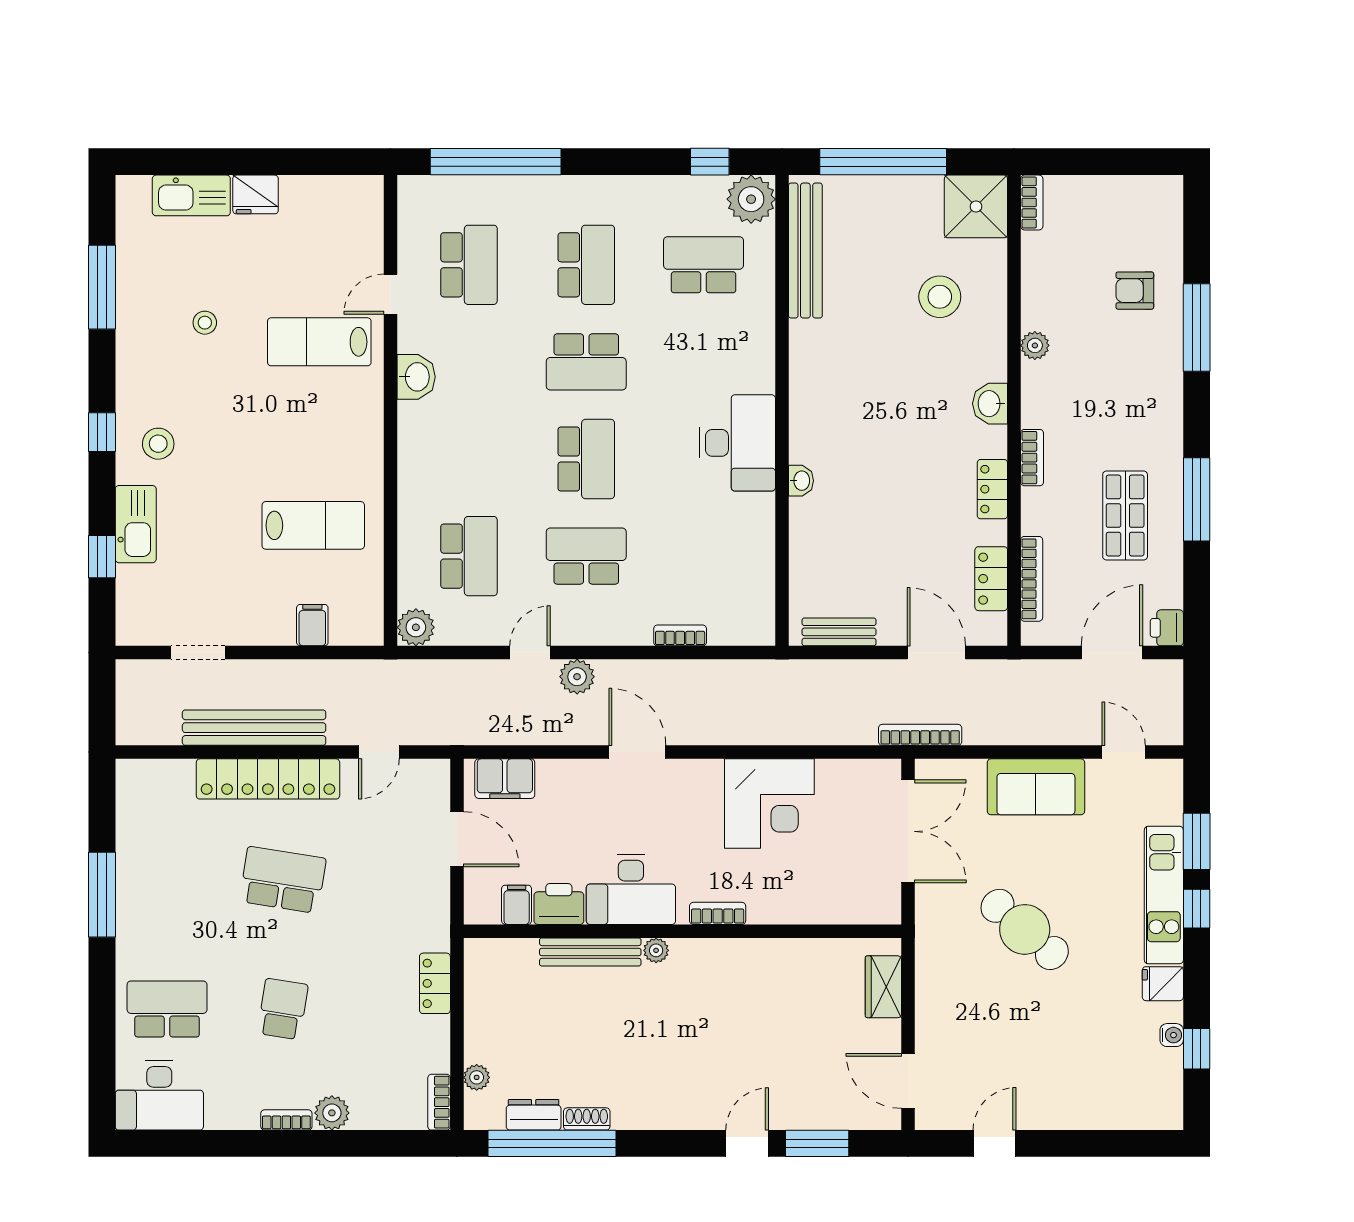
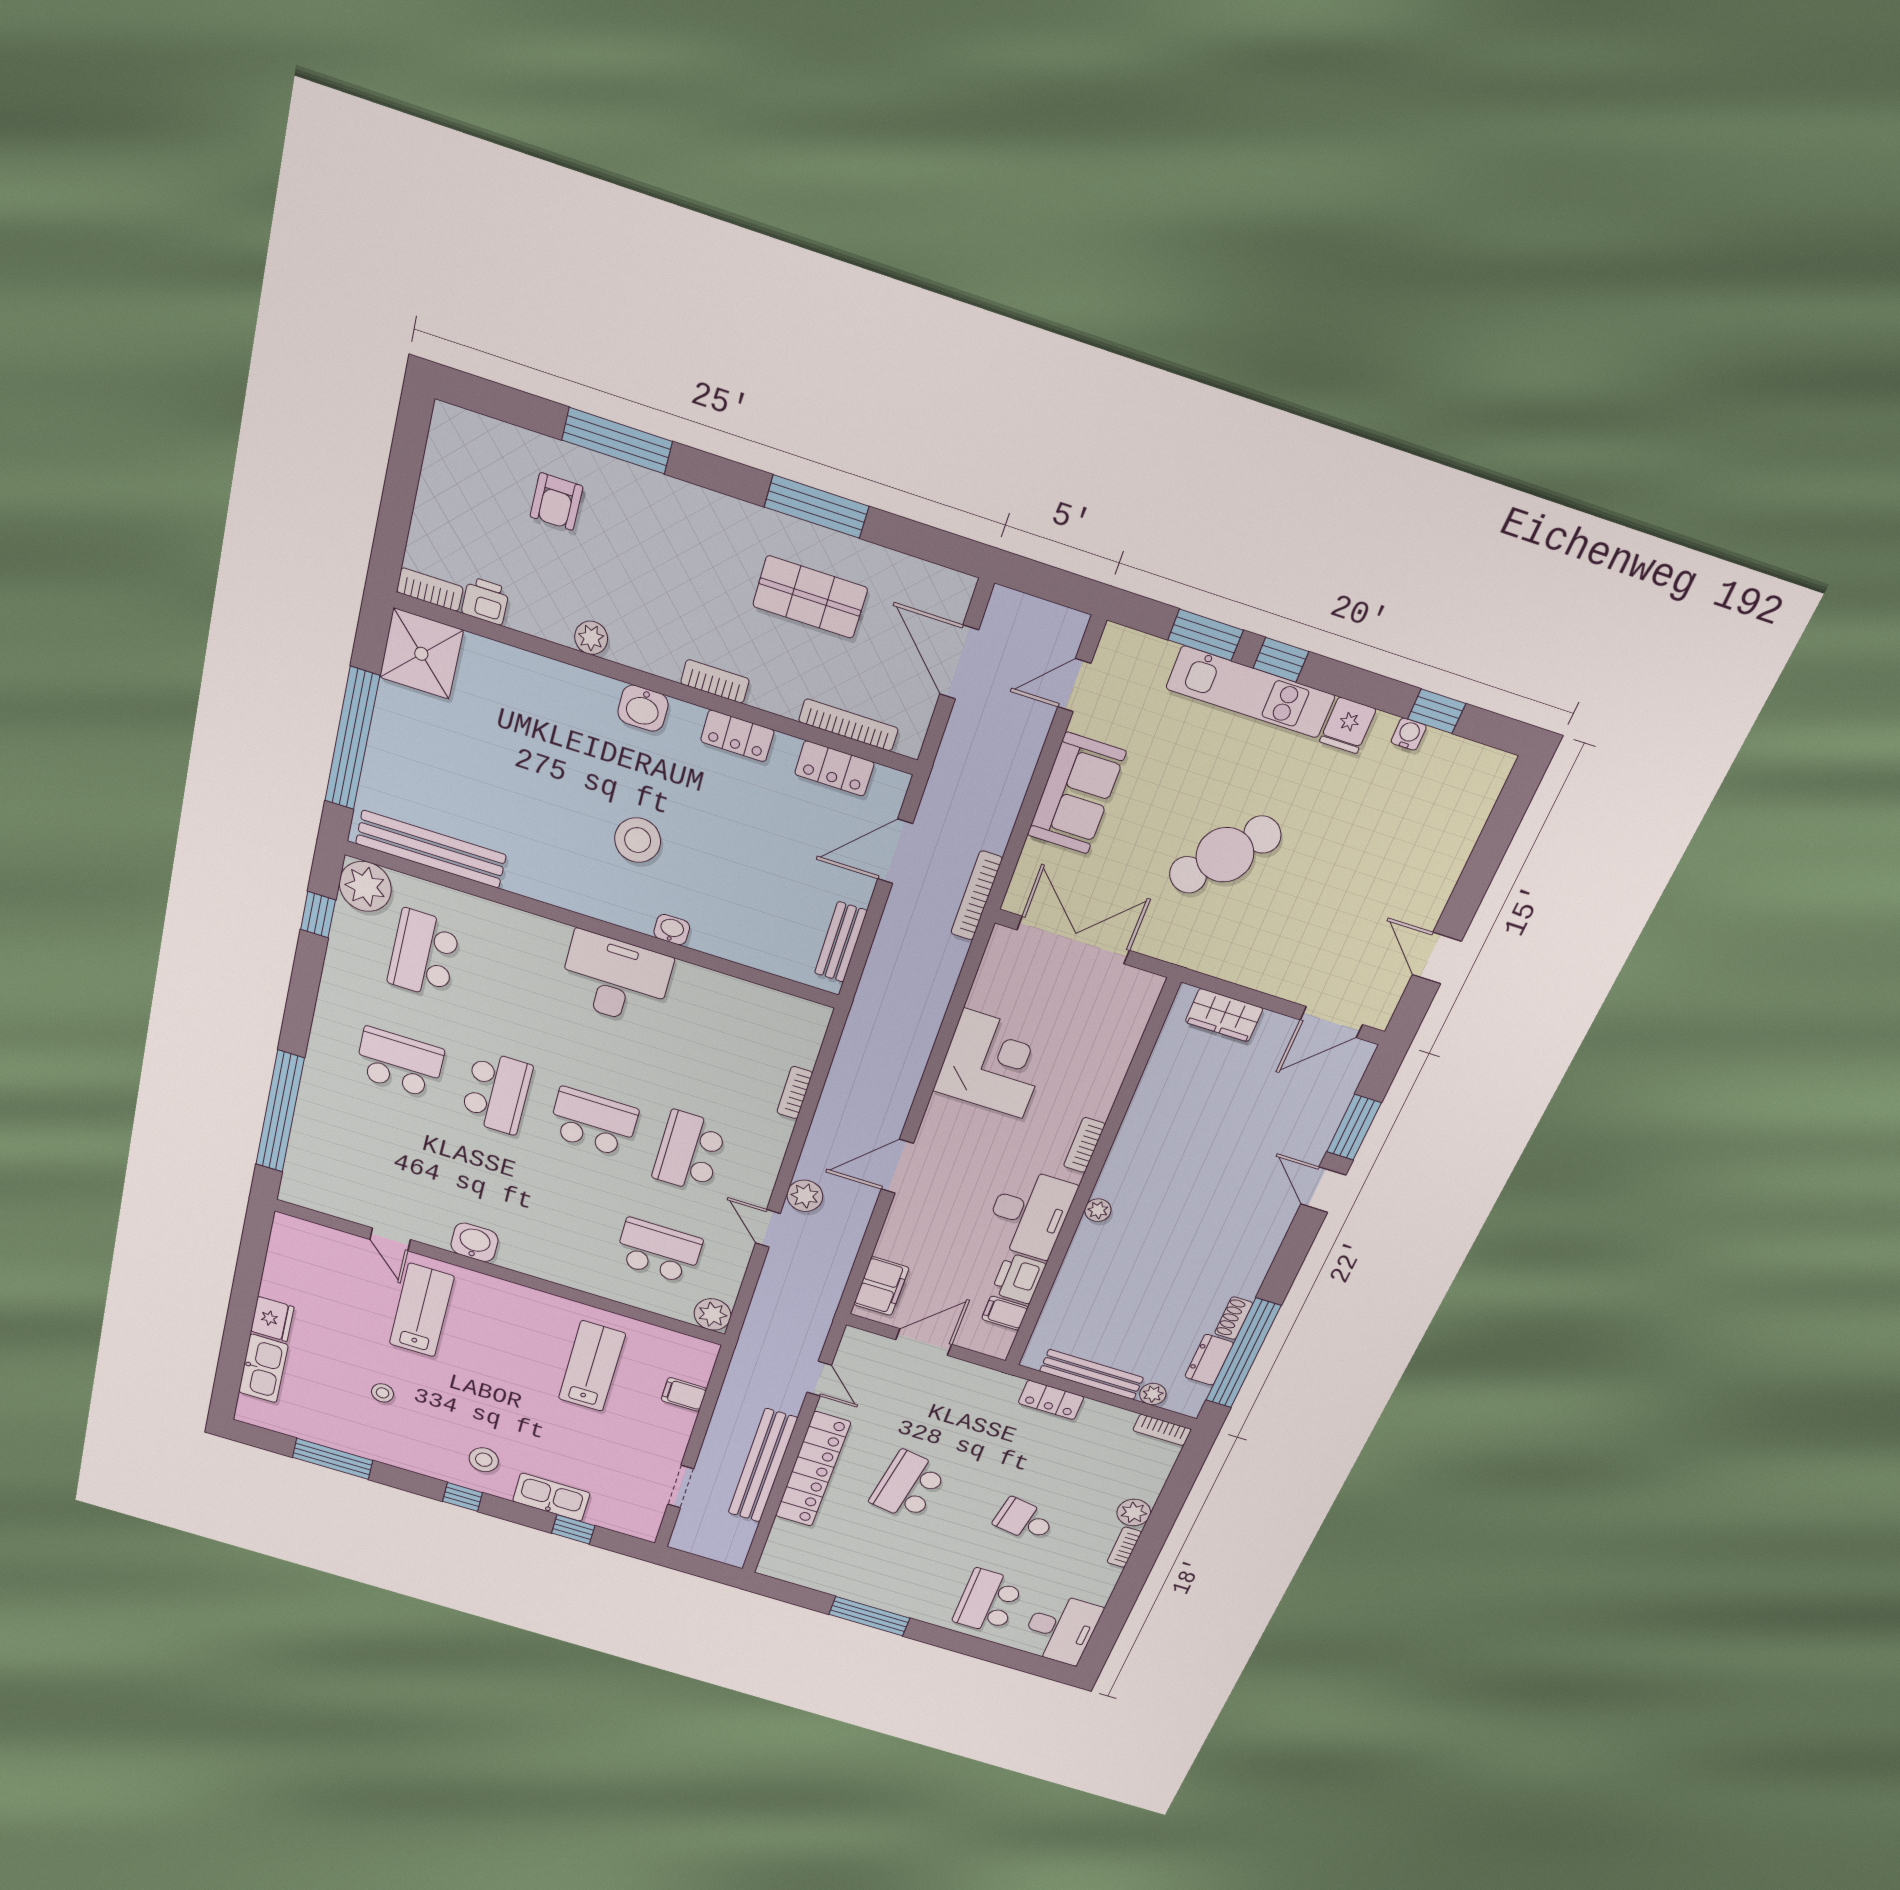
school desk: (469, 265) -> (377, 1165), removed
stool: (940, 297) -> (638, 840), moved
lab bench: (319, 342) -> (422, 1310), turned 180
printer: (1167, 628) -> (486, 601), moved, turned 180
bench: (590, 952) -> (1091, 1374), moved, turned 90

